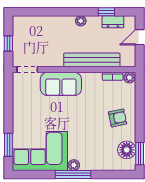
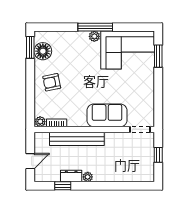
dresser: (113, 22) -> (71, 176), moved

